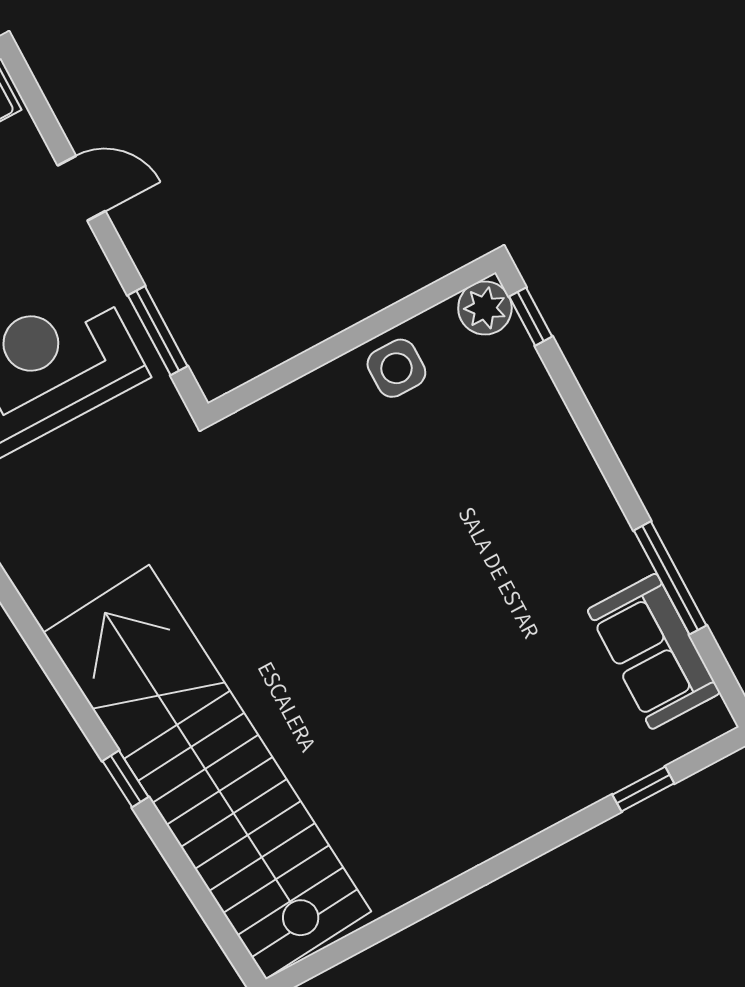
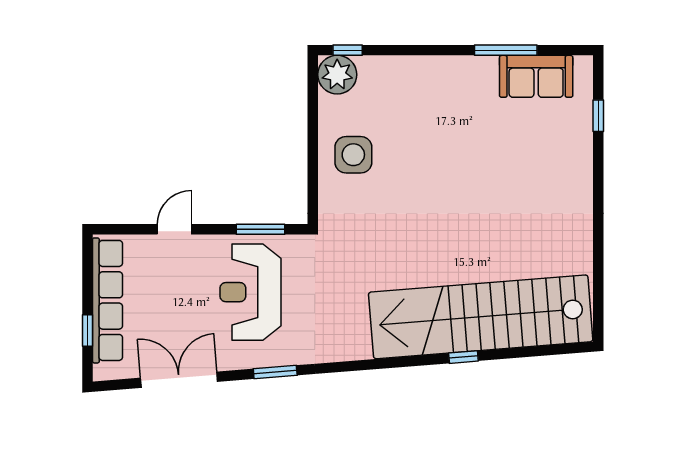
plant: (485, 308) -> (337, 75), width x1.36, depth x1.36
side table: (396, 368) -> (353, 155), moved, width x1.37, depth x1.37

